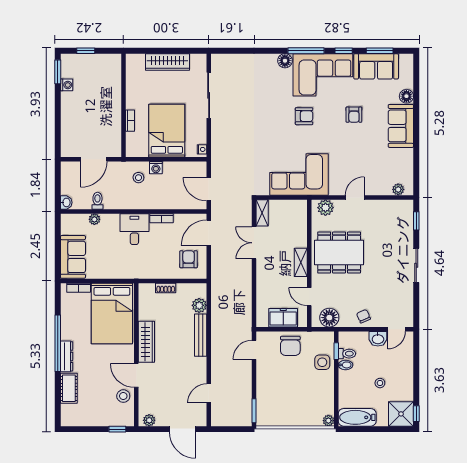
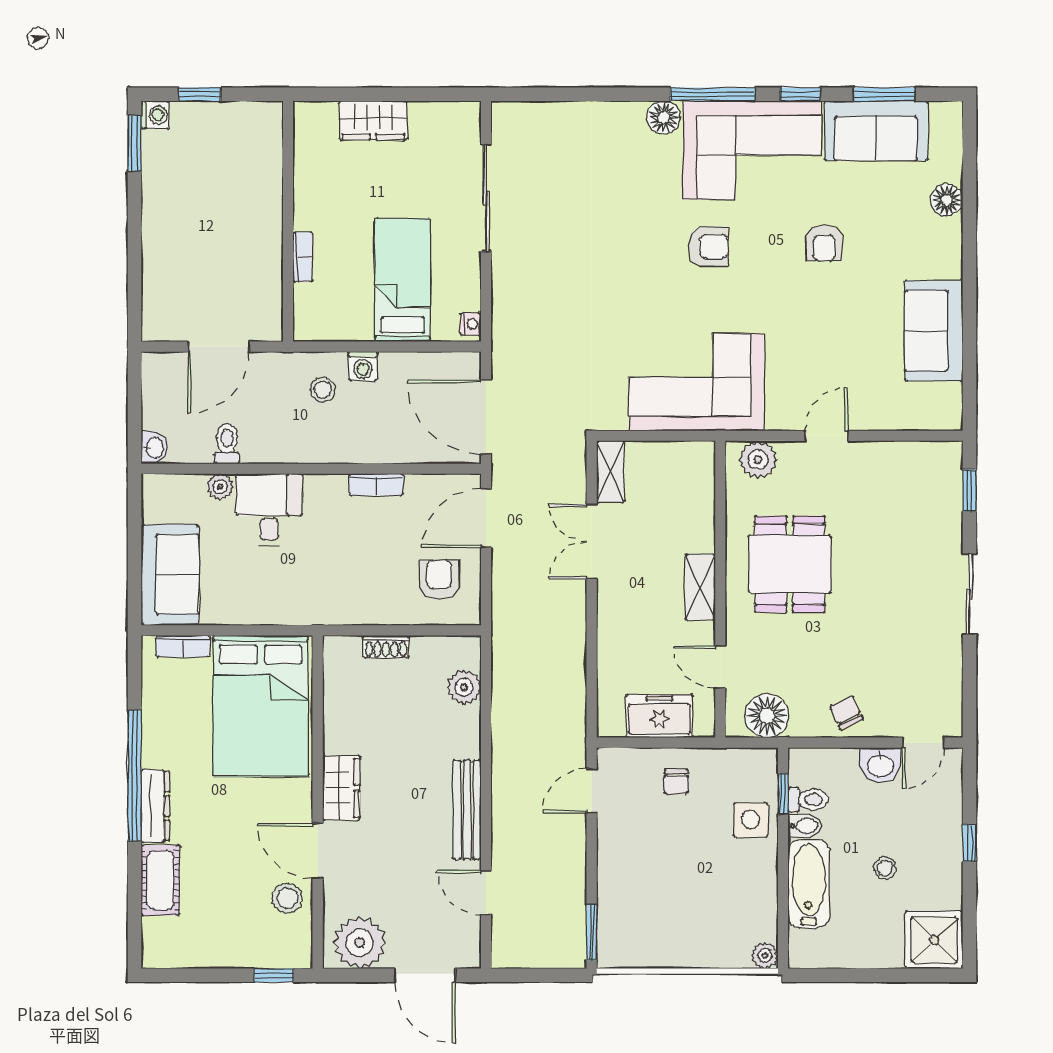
wardrobe: (167, 62) -> (373, 120), width x0.67
washing machine: (67, 85) -> (155, 115), moved
sofa: (401, 126) -> (934, 331), moved
bed: (167, 131) -> (403, 280), width x0.67
door: (209, 189) -> (486, 417), width x1.36
plant: (398, 189) -> (927, 417), removed
desk: (134, 229) -> (269, 510), moved
dining table: (339, 252) -> (790, 564), width x0.73
bench: (201, 335) -> (467, 810), moved
wardrobe: (146, 342) -> (341, 788), width x0.67
chair: (290, 346) -> (676, 781), width x0.54, depth x0.54
door: (209, 393) -> (486, 892), hinge flipped
window: (416, 414) -> (969, 843), moved
bathtub: (357, 417) -> (809, 884), moved, turned 90
plant: (149, 420) -> (360, 943), width x1.88, depth x1.88

